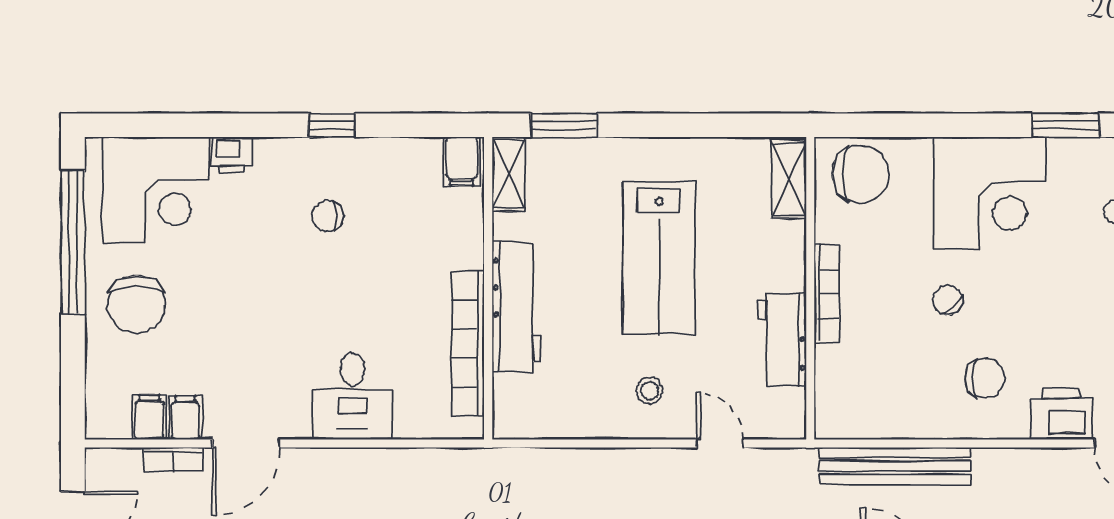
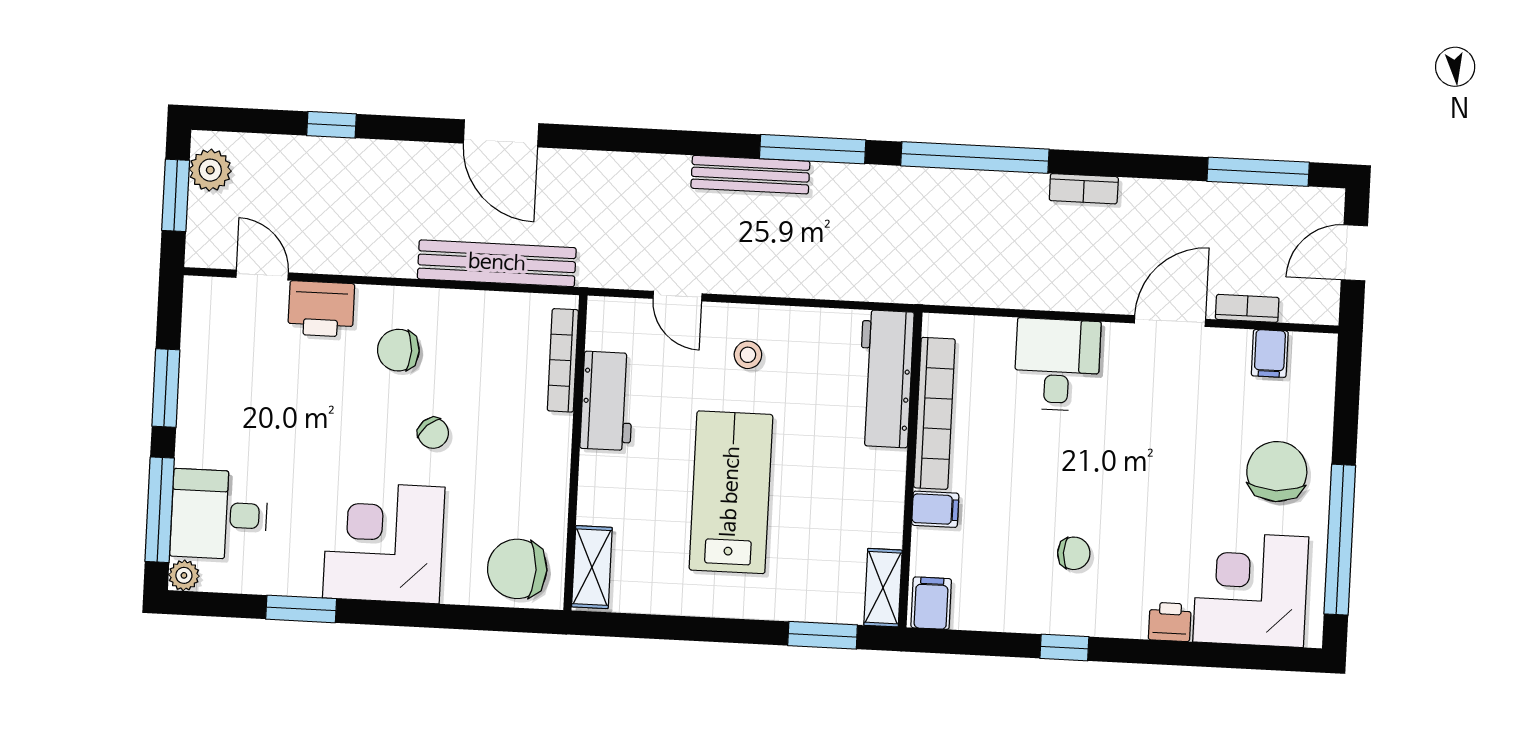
bookcase: (827, 294) -> (563, 360), moved
workbench: (517, 307) -> (885, 379), moved
filing cabinet: (185, 418) -> (935, 509), moved, turned -90

